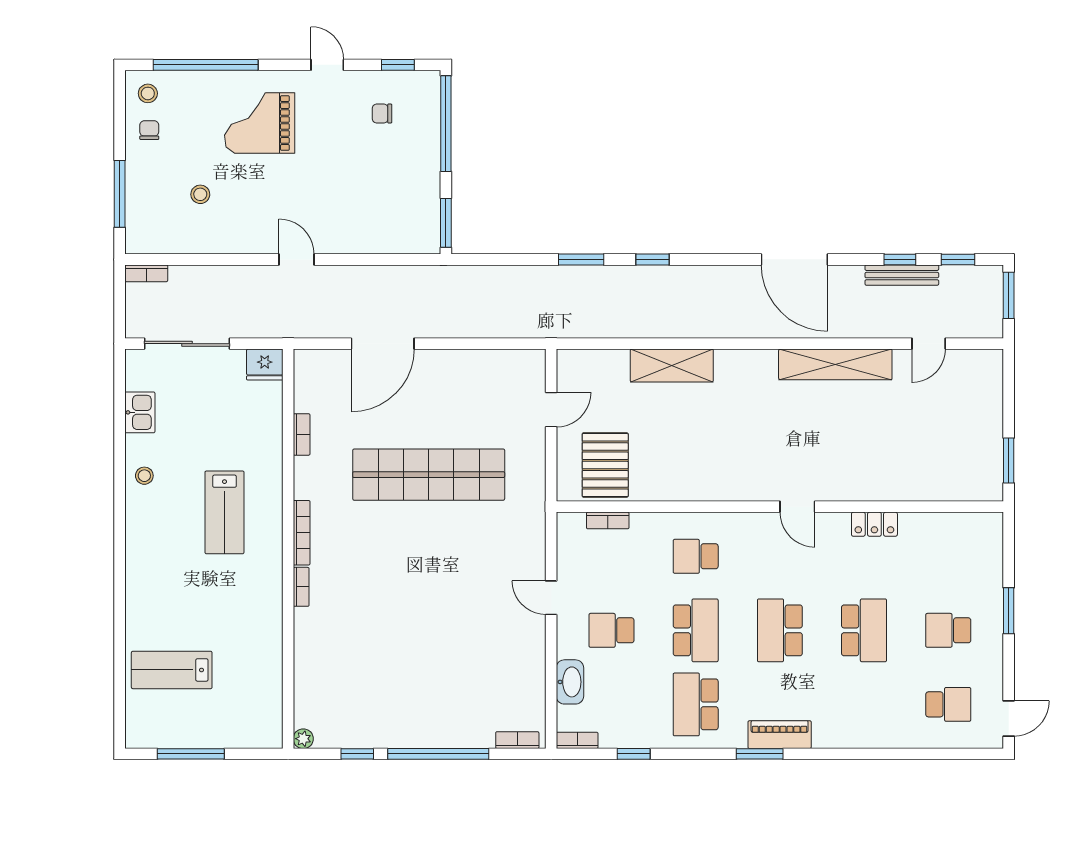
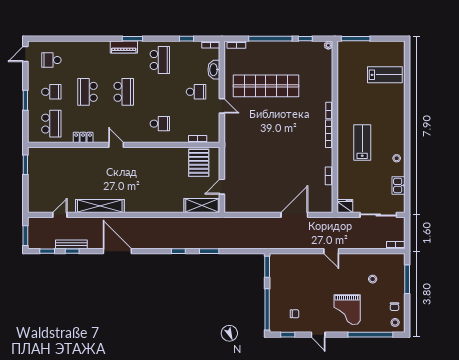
grand piano: (260, 123) -> (347, 310), turned 90
shelving: (672, 365) -> (202, 206), moved
shop shelf: (429, 475) -> (266, 86), moved
school desk: (696, 630) -> (51, 124), moved, turned 180
window: (191, 754) -> (356, 39), moved

